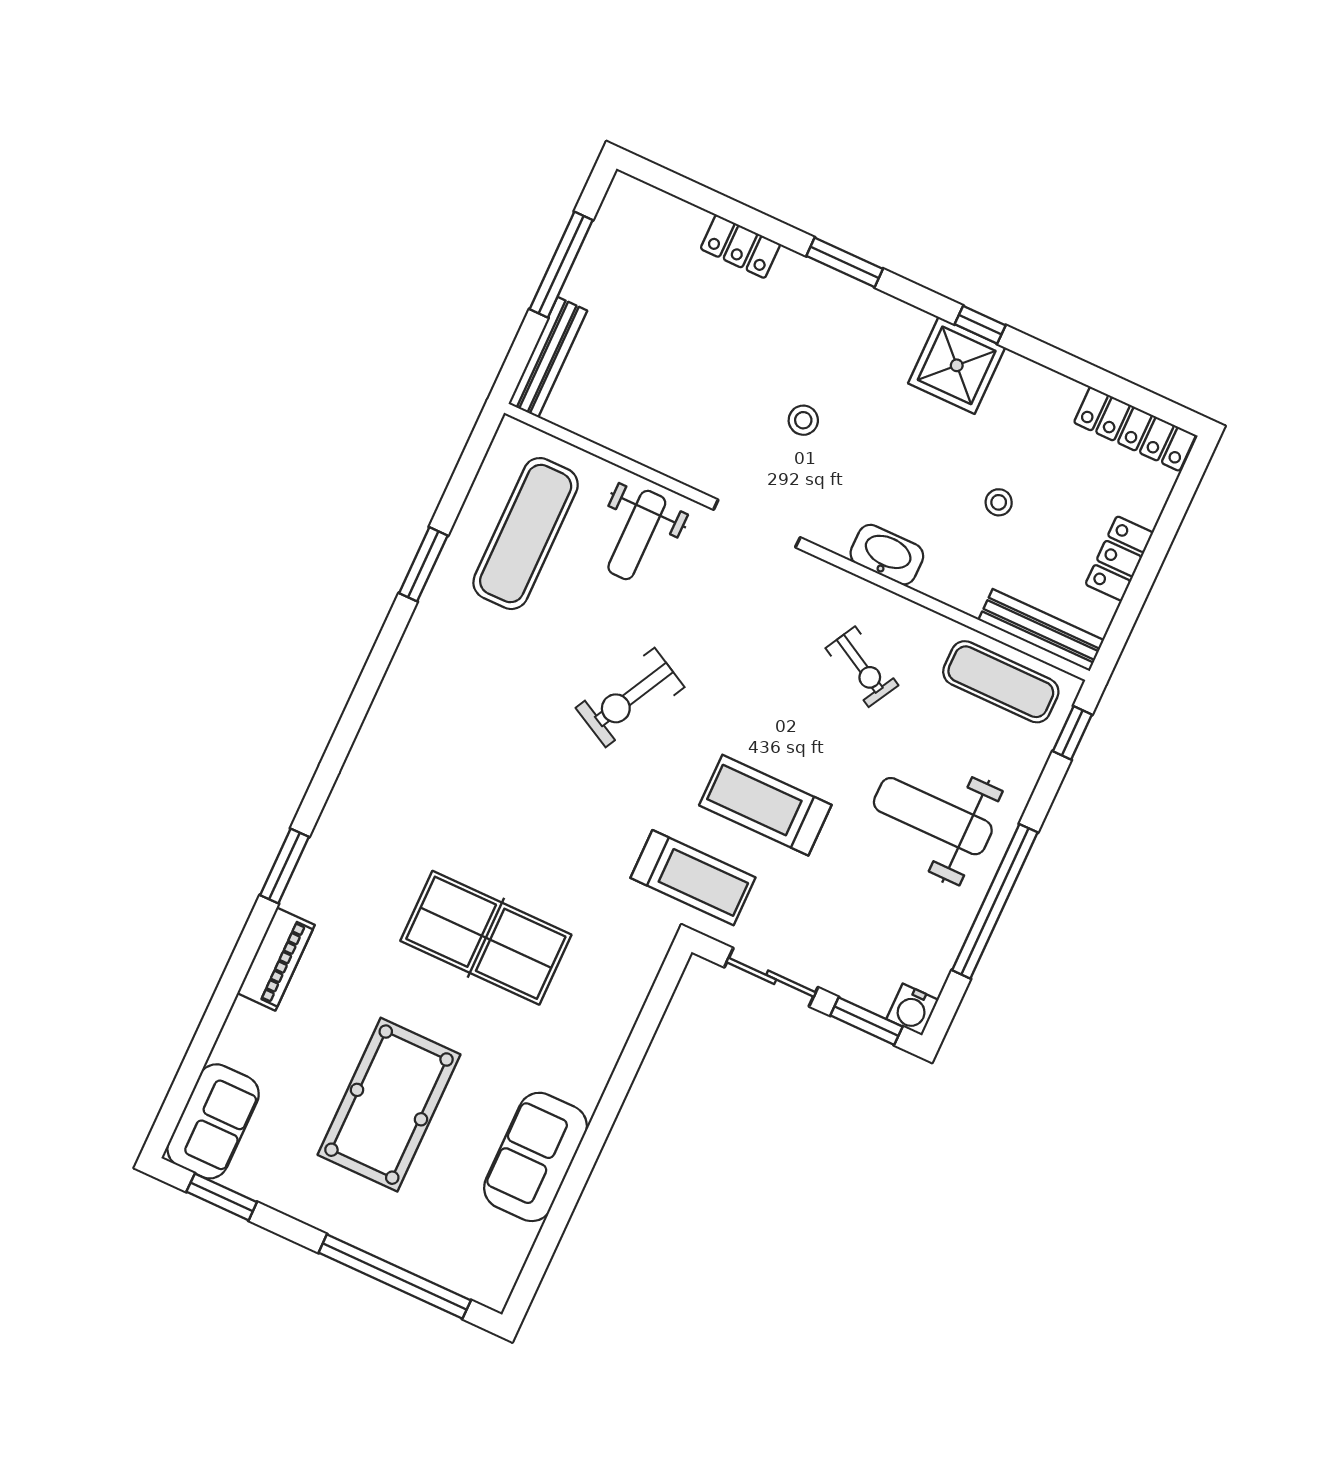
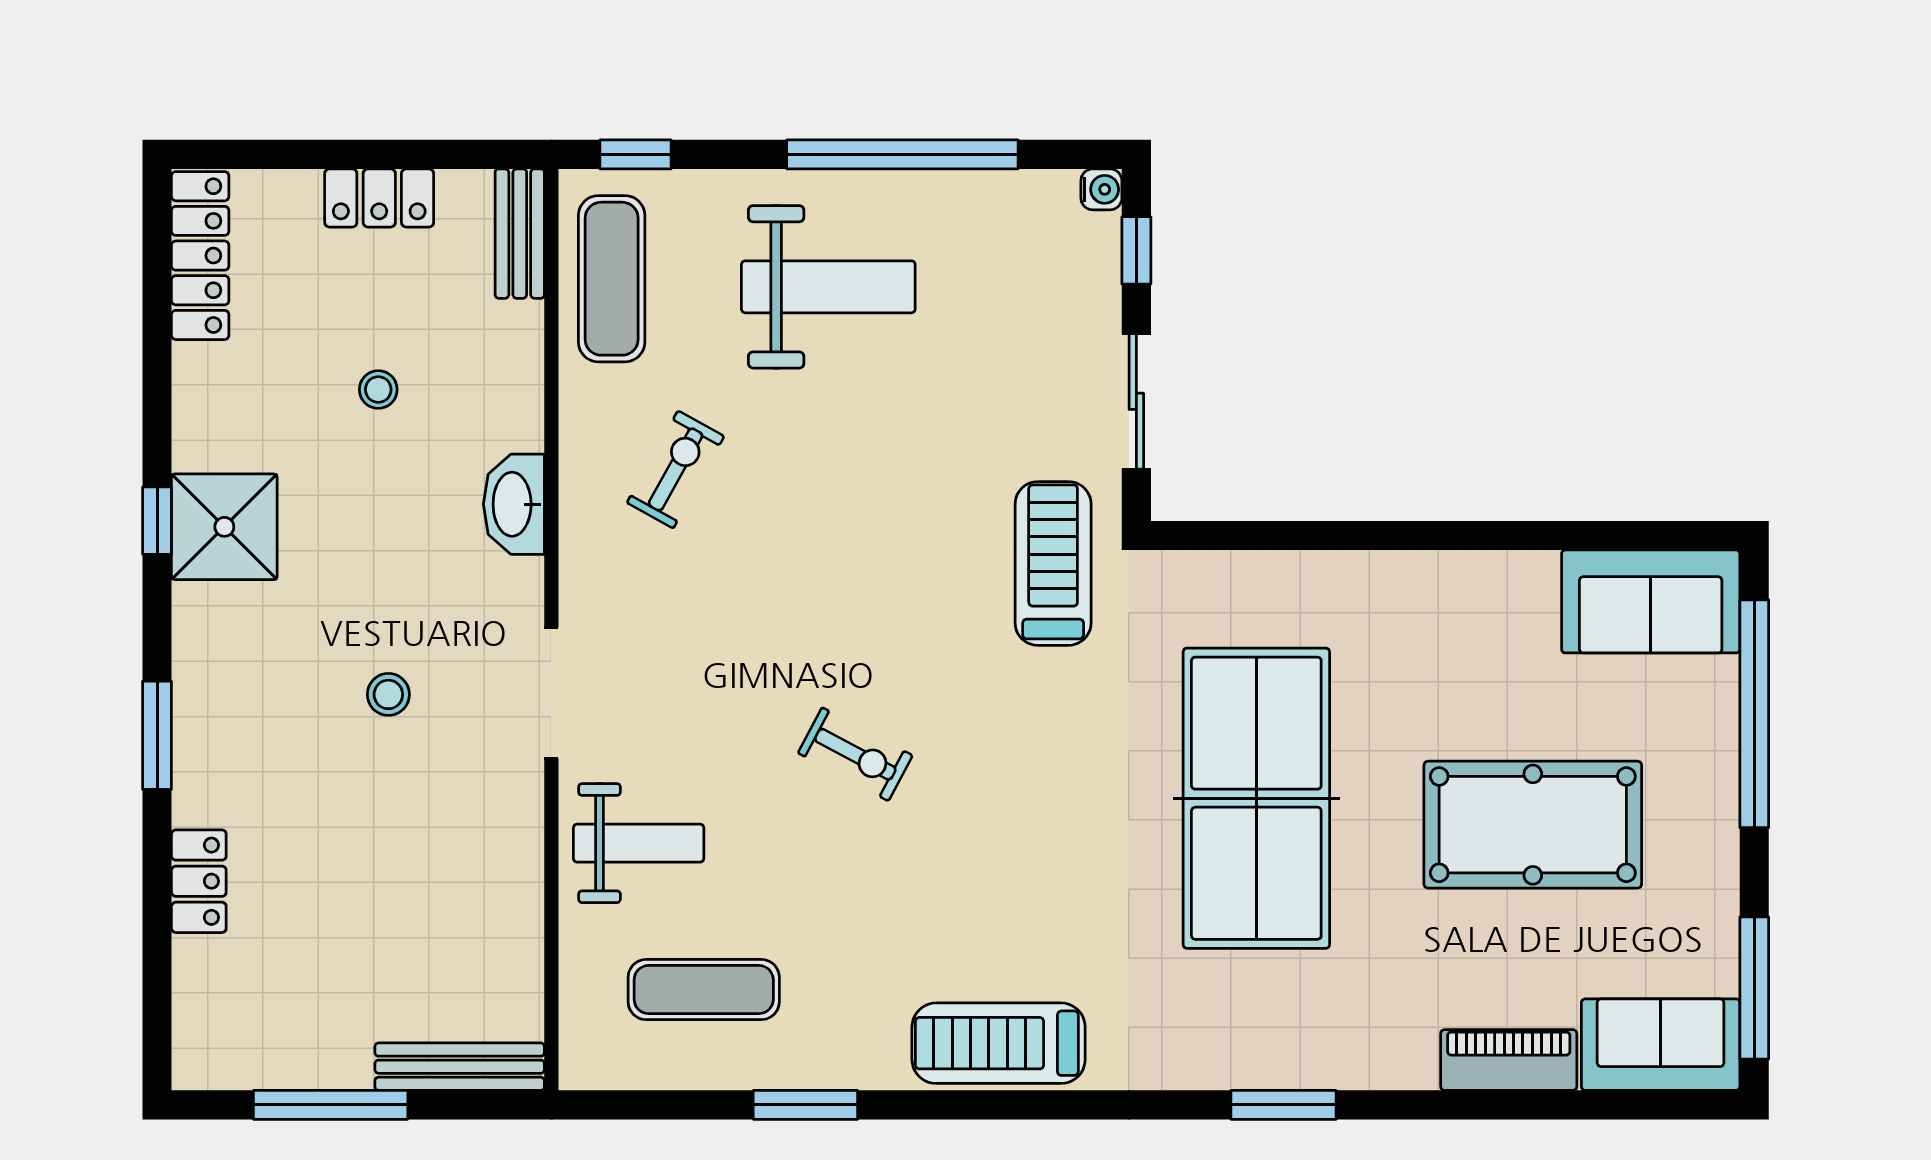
exercise mat: (526, 534) -> (704, 990), width x0.73, depth x0.69
bench: (1041, 630) -> (520, 234), width x0.73
exercise bike: (630, 697) -> (855, 754), width x0.73, depth x0.72
treadmill: (765, 805) -> (999, 1043), moved, turned 90
weight bench: (933, 816) -> (828, 287), turned -90
table tennis table: (486, 938) -> (1256, 798), width x1.36, depth x1.32
piano: (276, 959) -> (1509, 1060), moved
water cooler: (912, 1009) -> (1101, 189), width x0.72, depth x0.72
window: (866, 1021) -> (1136, 250), width x0.67
sofa: (536, 1157) -> (1651, 601), moved
window: (222, 1197) -> (1754, 988), width x1.44

